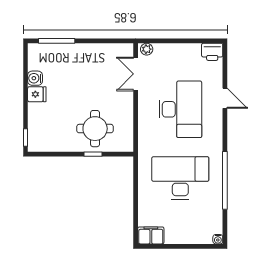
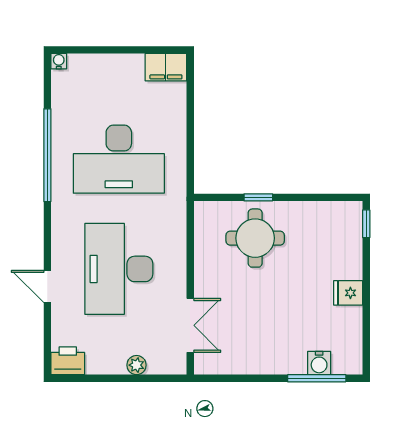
plant: (147, 49) -> (137, 365), moved
water cooler: (35, 78) -> (319, 363), moved, turned 90

